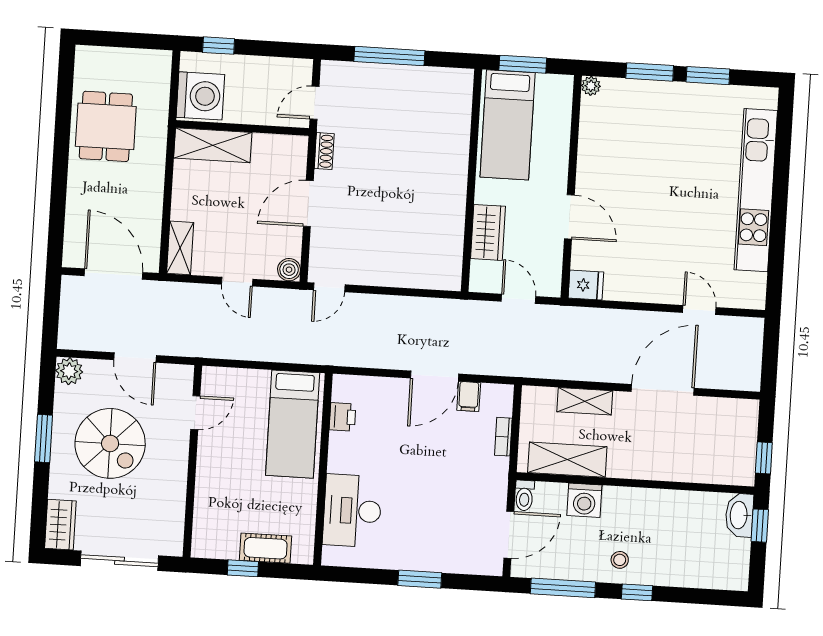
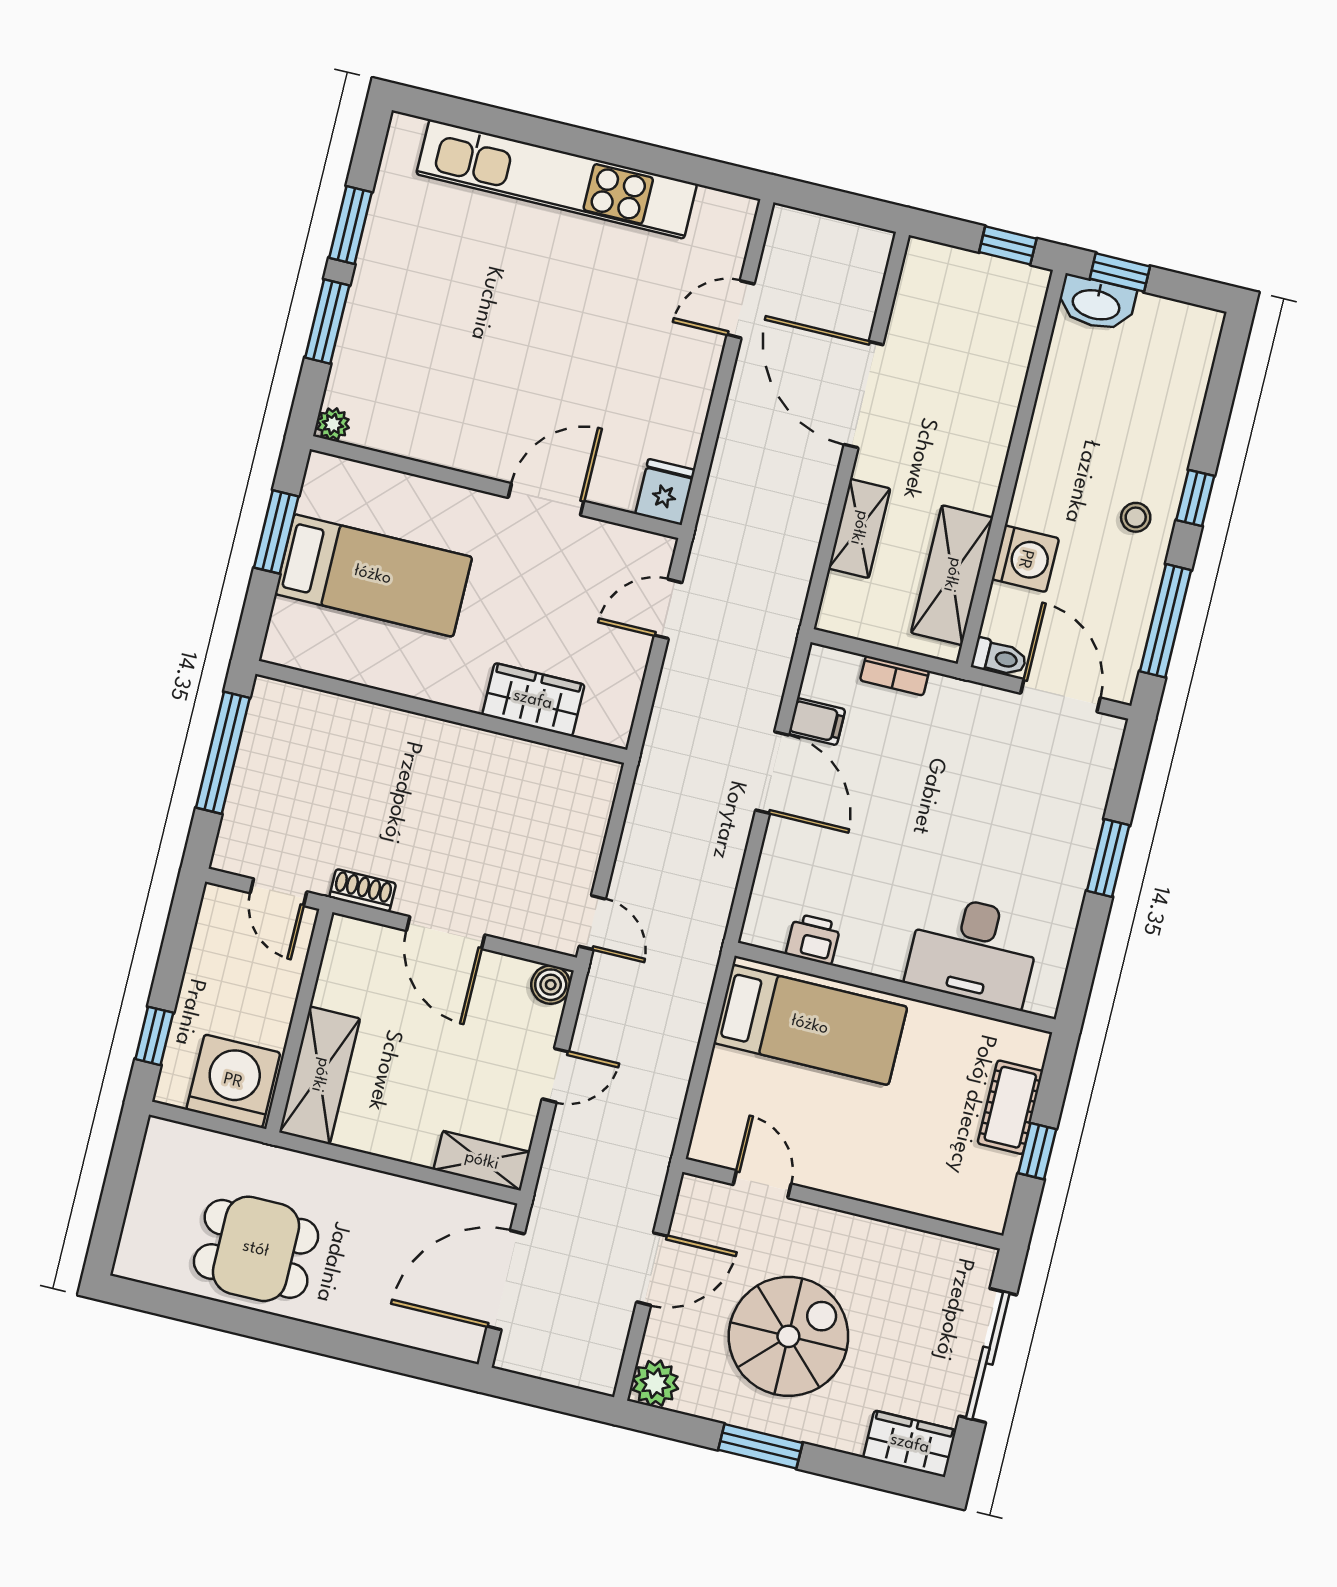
wall: (471, 180) -> (441, 712), moved
wardrobe: (488, 232) -> (533, 700), moved

